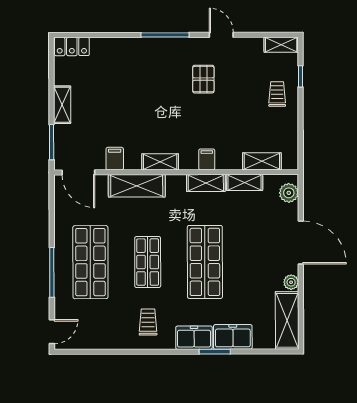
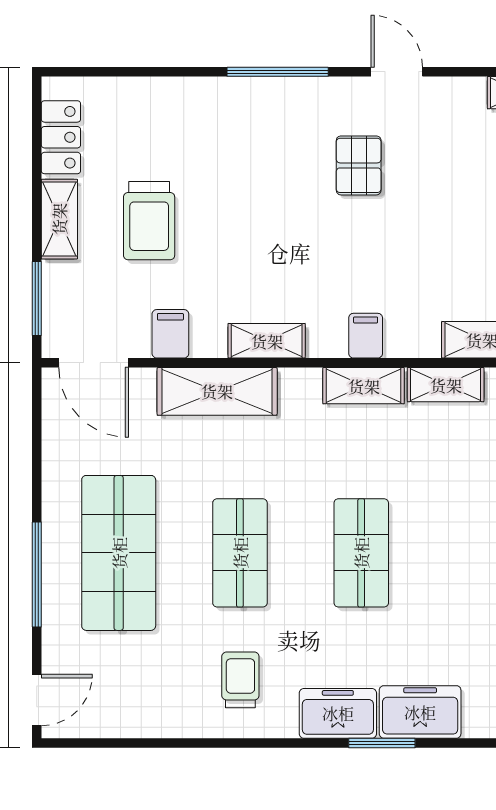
locker: (72, 47) -> (61, 137), moved, turned -90
trolley: (105, 105) -> (149, 221), added
shop shelf: (205, 262) -> (361, 553), width x0.70, depth x0.74

